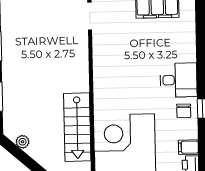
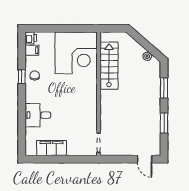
desk: (178, 80) -> (38, 115), moved

